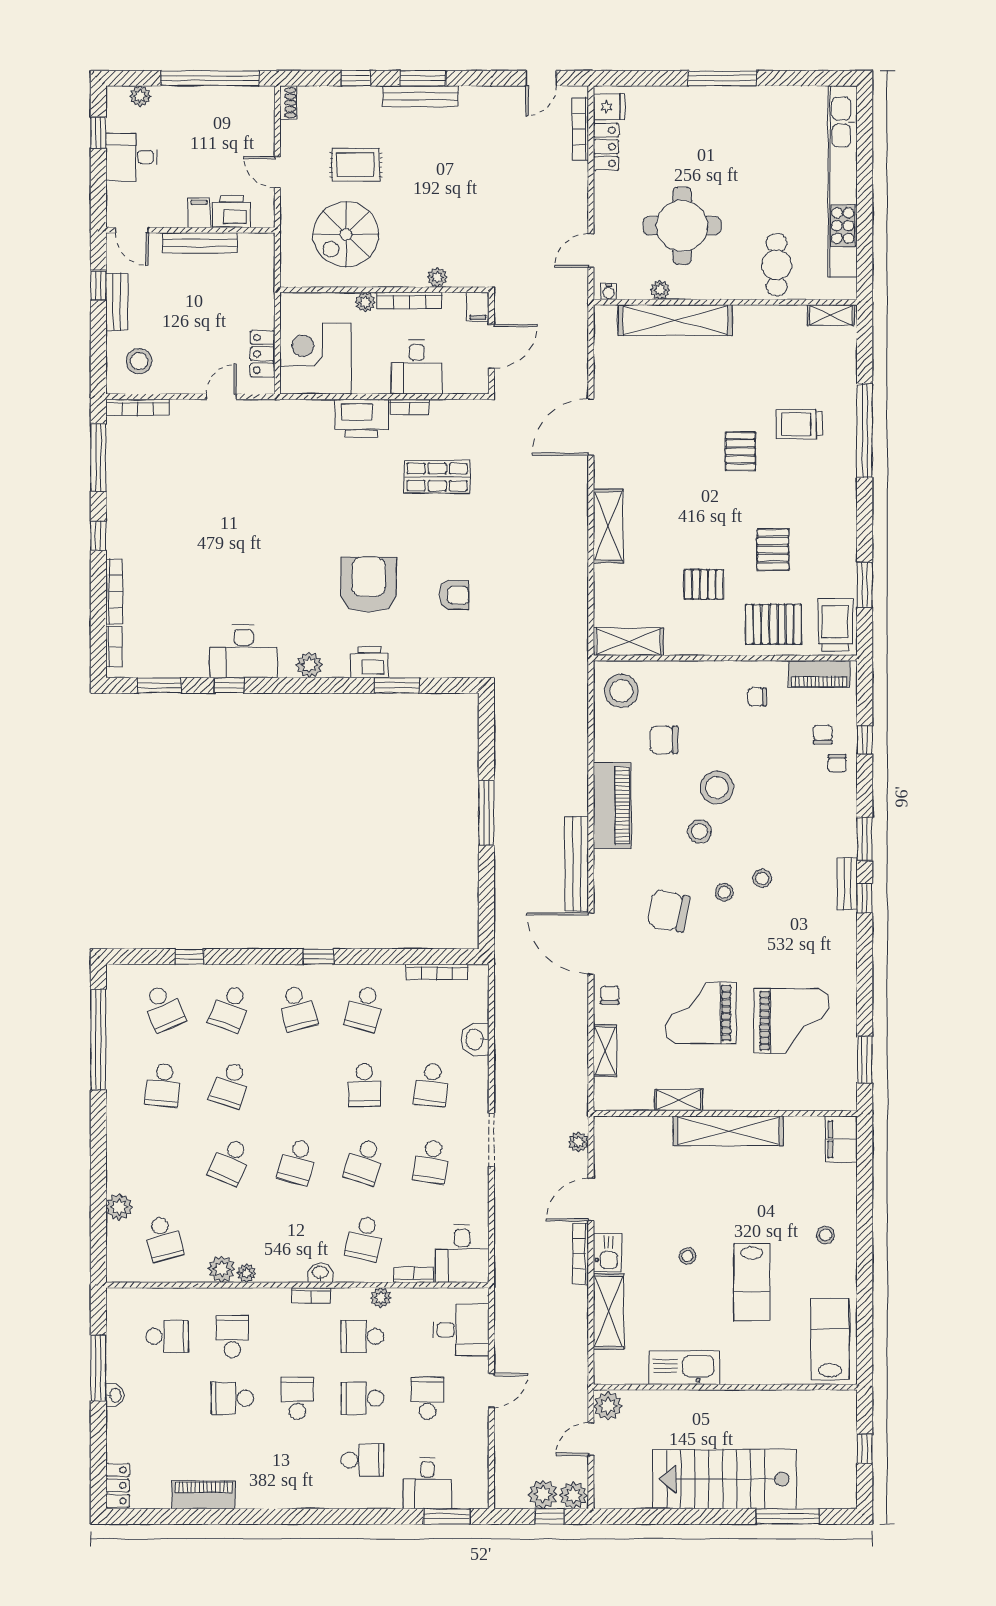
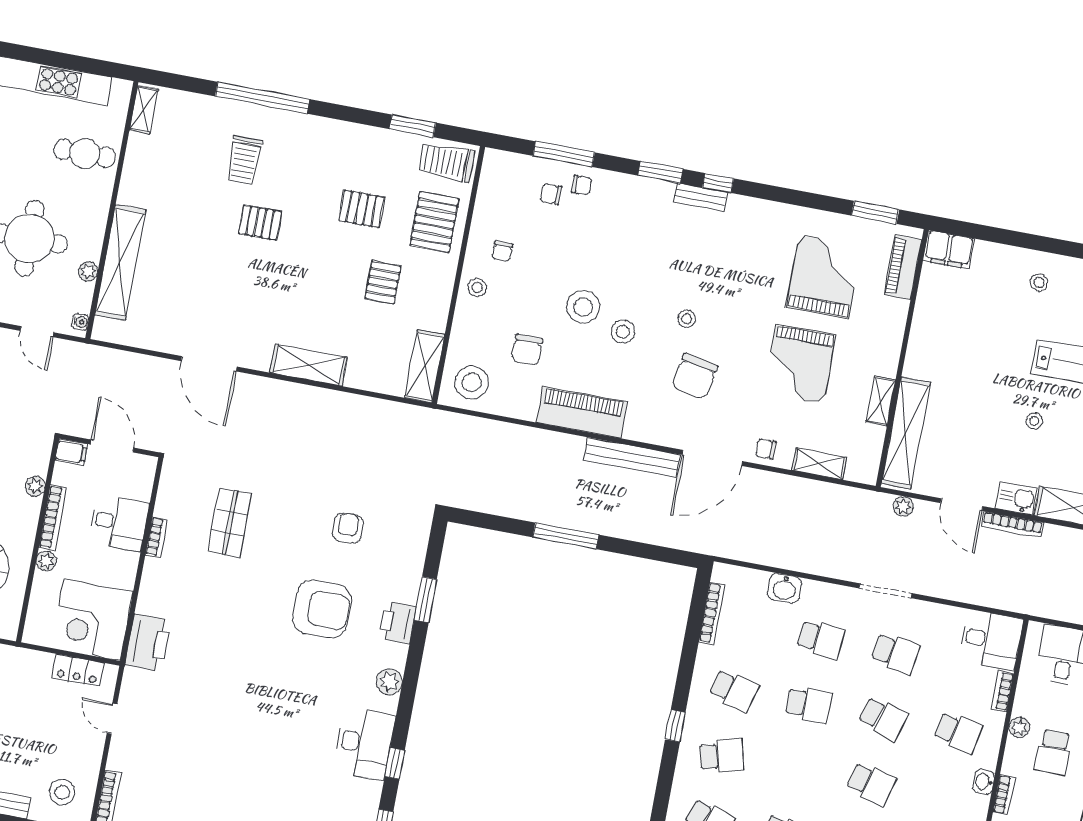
printer: (361, 418) -> (148, 643), moved
armchair: (369, 585) -> (322, 609), turned 180
piano: (819, 674) -> (903, 267), moved, turned 180
window: (865, 740) -> (564, 154), width x2.17
stool: (762, 878) -> (477, 288), moved
shelving: (728, 1131) -> (906, 433), moved

